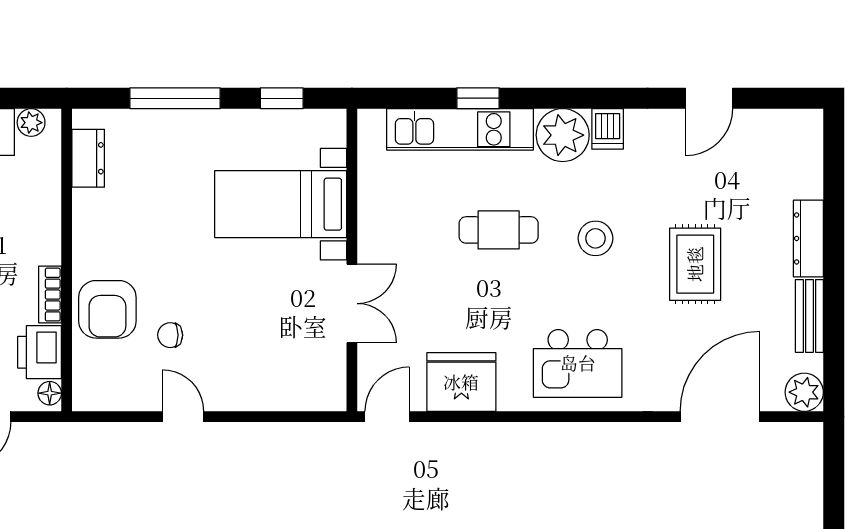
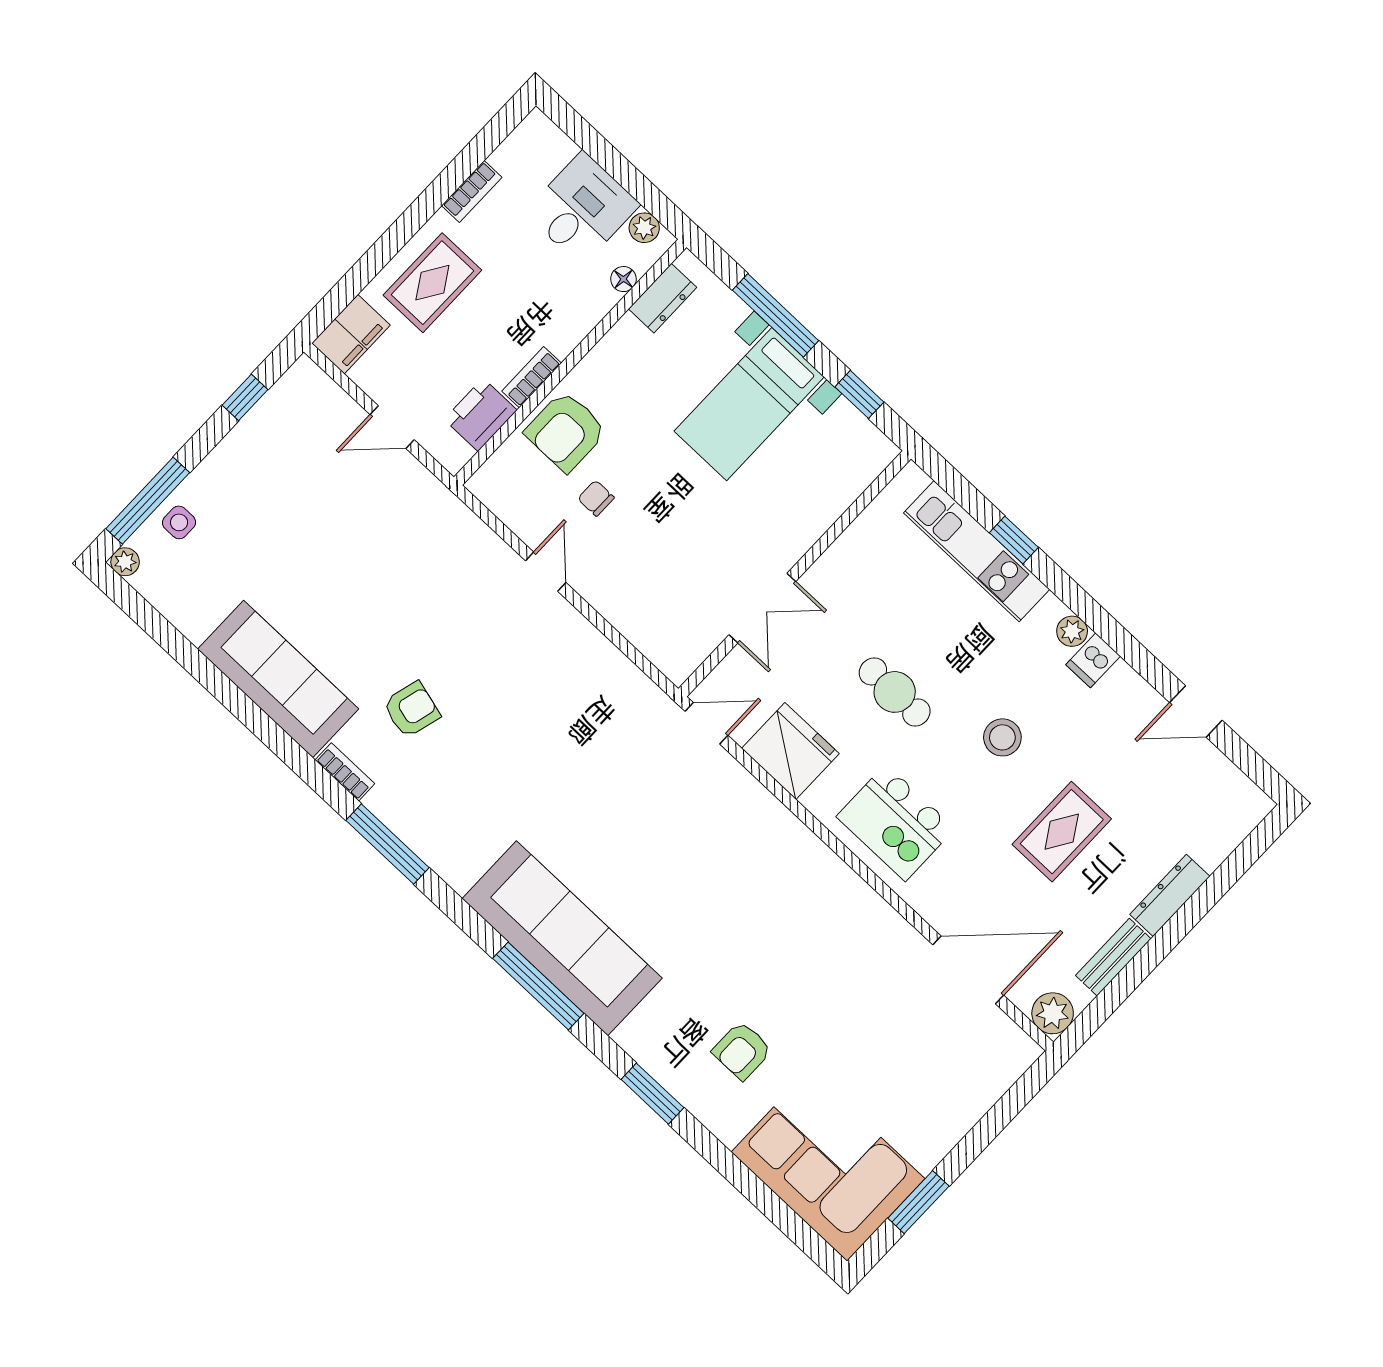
plant: (563, 135) -> (1072, 631), width x0.53, depth x0.53
bed with nightstands: (281, 204) -> (749, 404), moved, turned -90
cafe table: (499, 230) -> (895, 692), moved
floor lamp: (50, 393) -> (623, 279), moved

